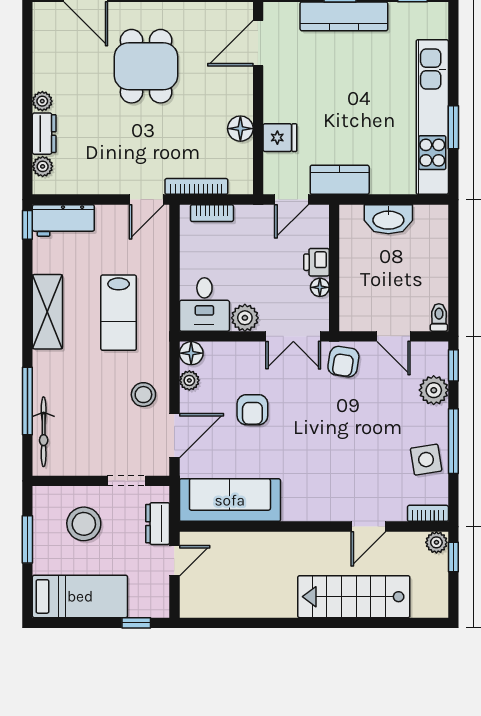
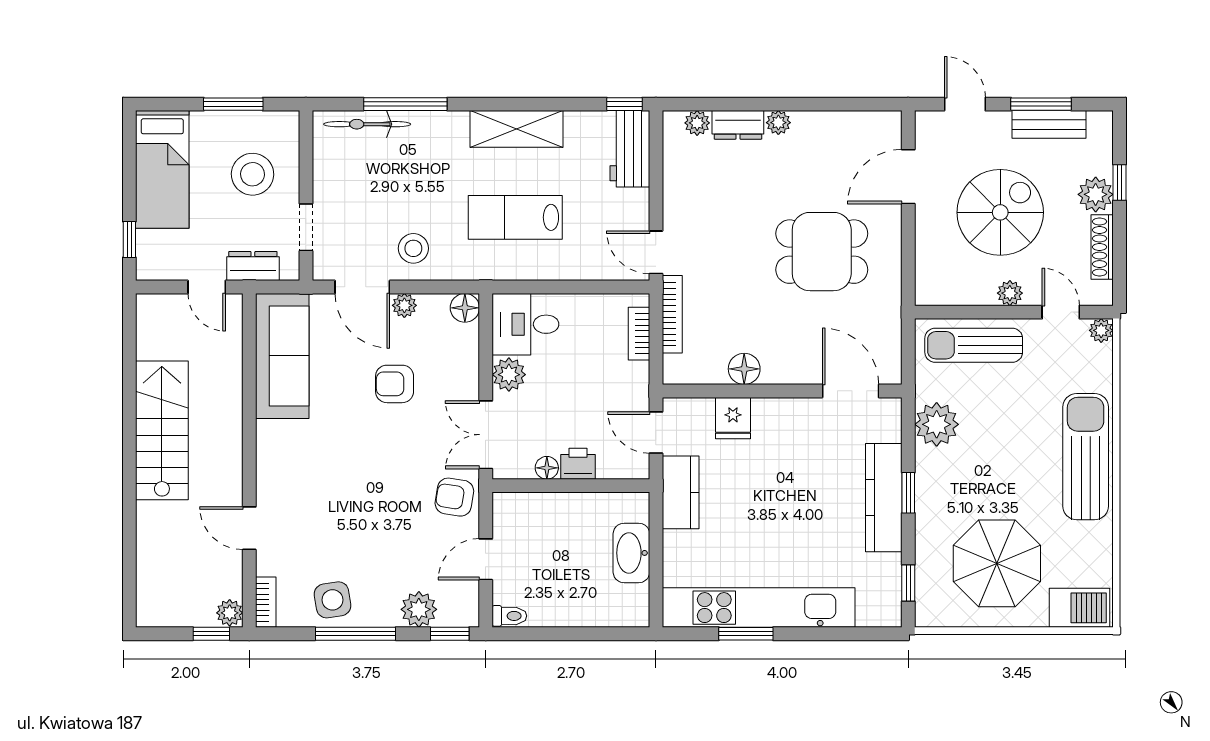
plant: (189, 380) -> (404, 305), moved
stairs: (354, 597) -> (162, 430), moved

